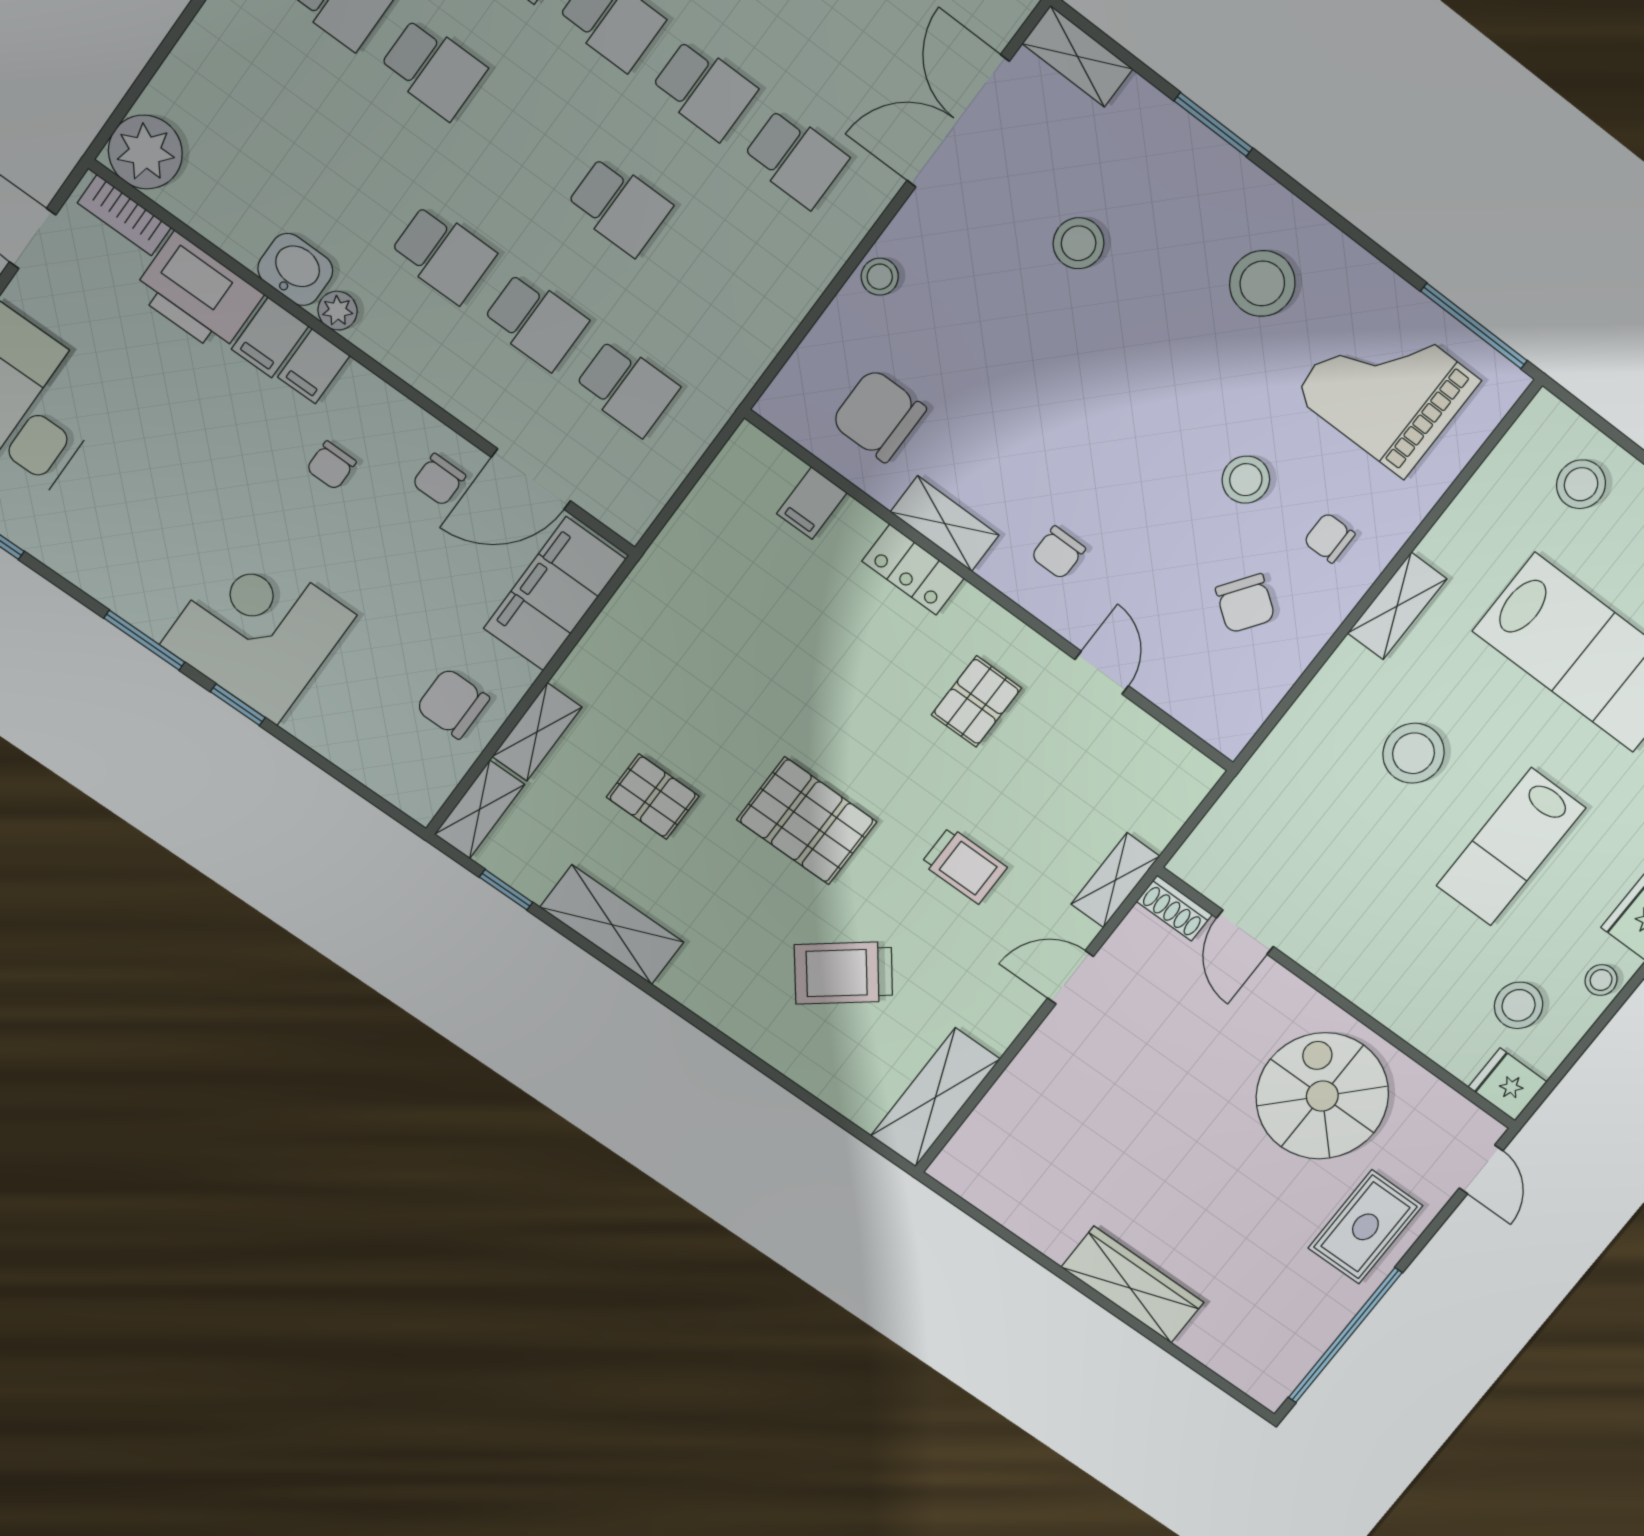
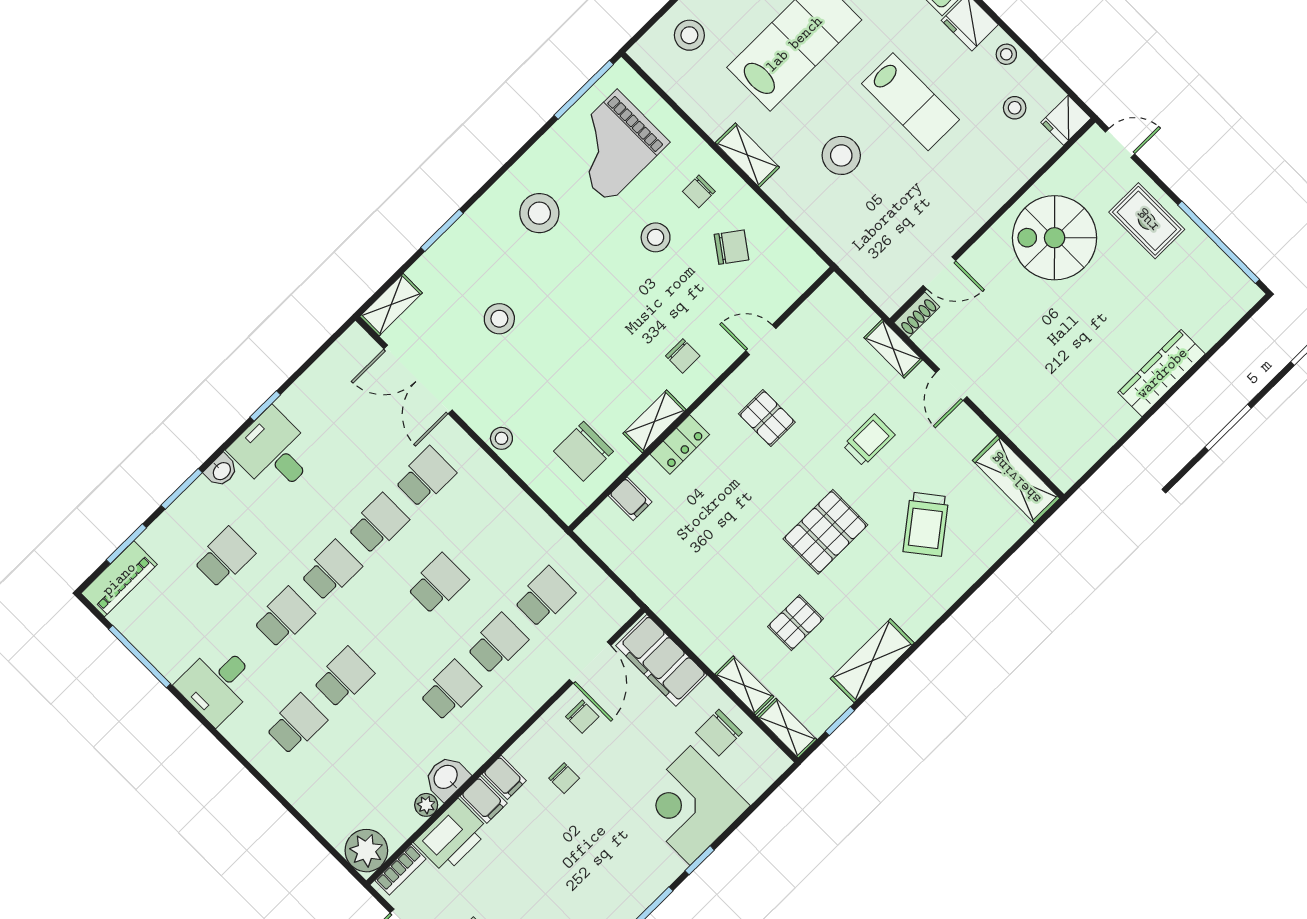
plant: (338, 311) -> (426, 805), moved
corner desk: (258, 630) -> (690, 806), moved
stool: (1519, 1005) -> (1015, 108), width x0.73, depth x0.73

